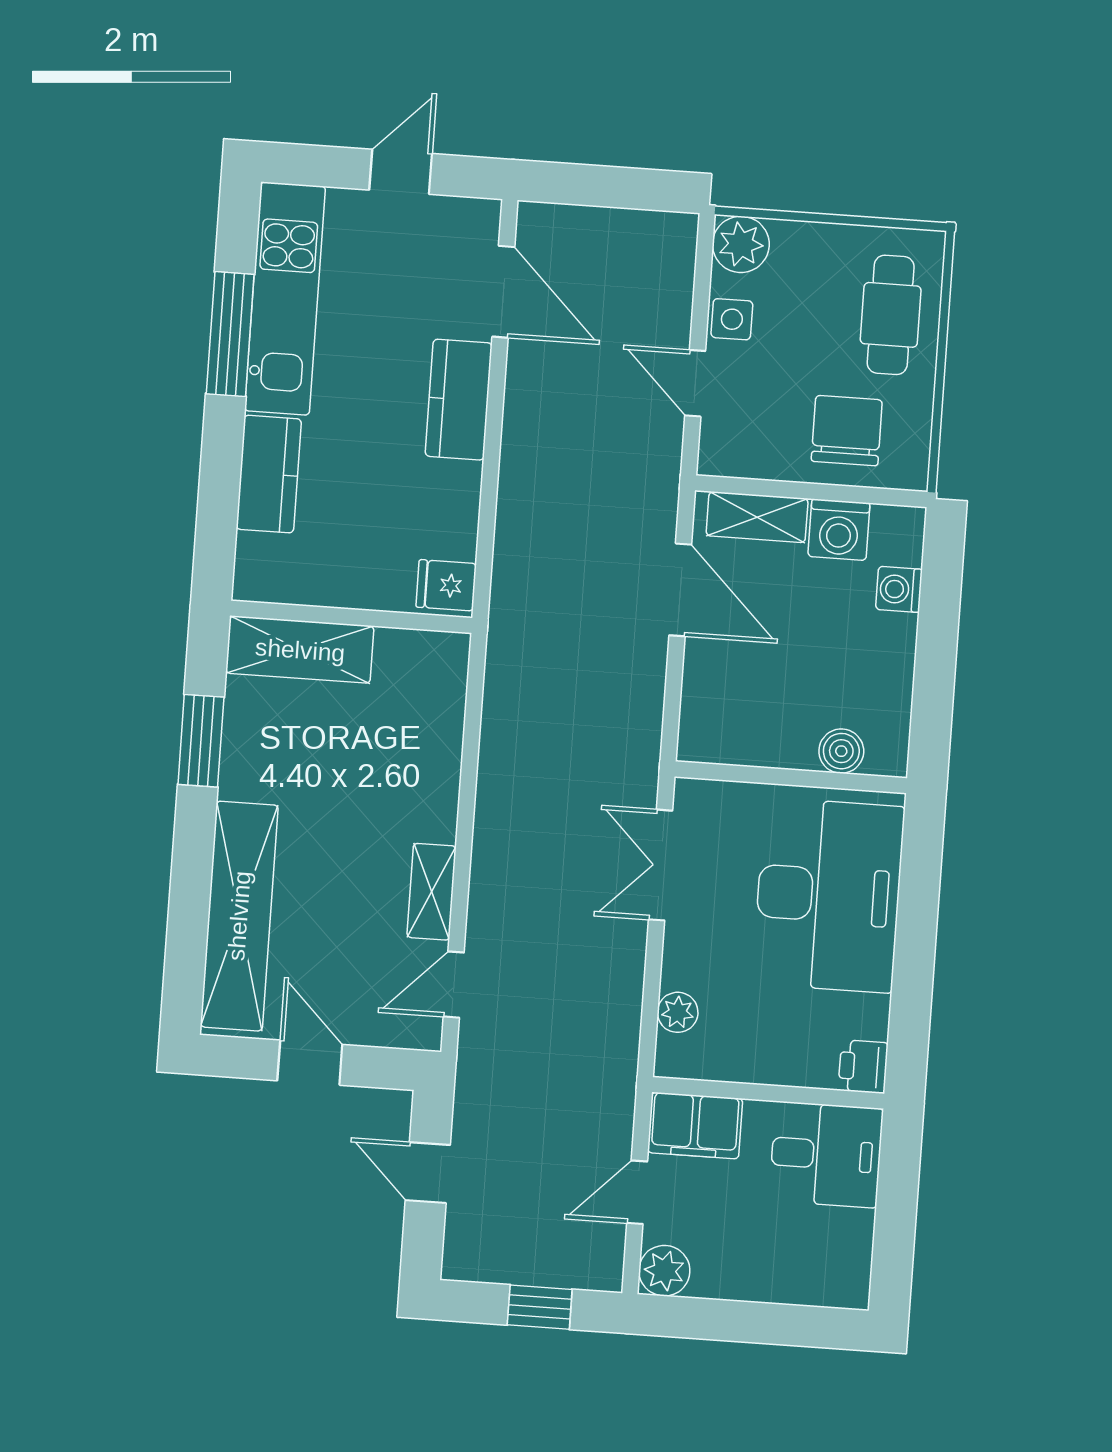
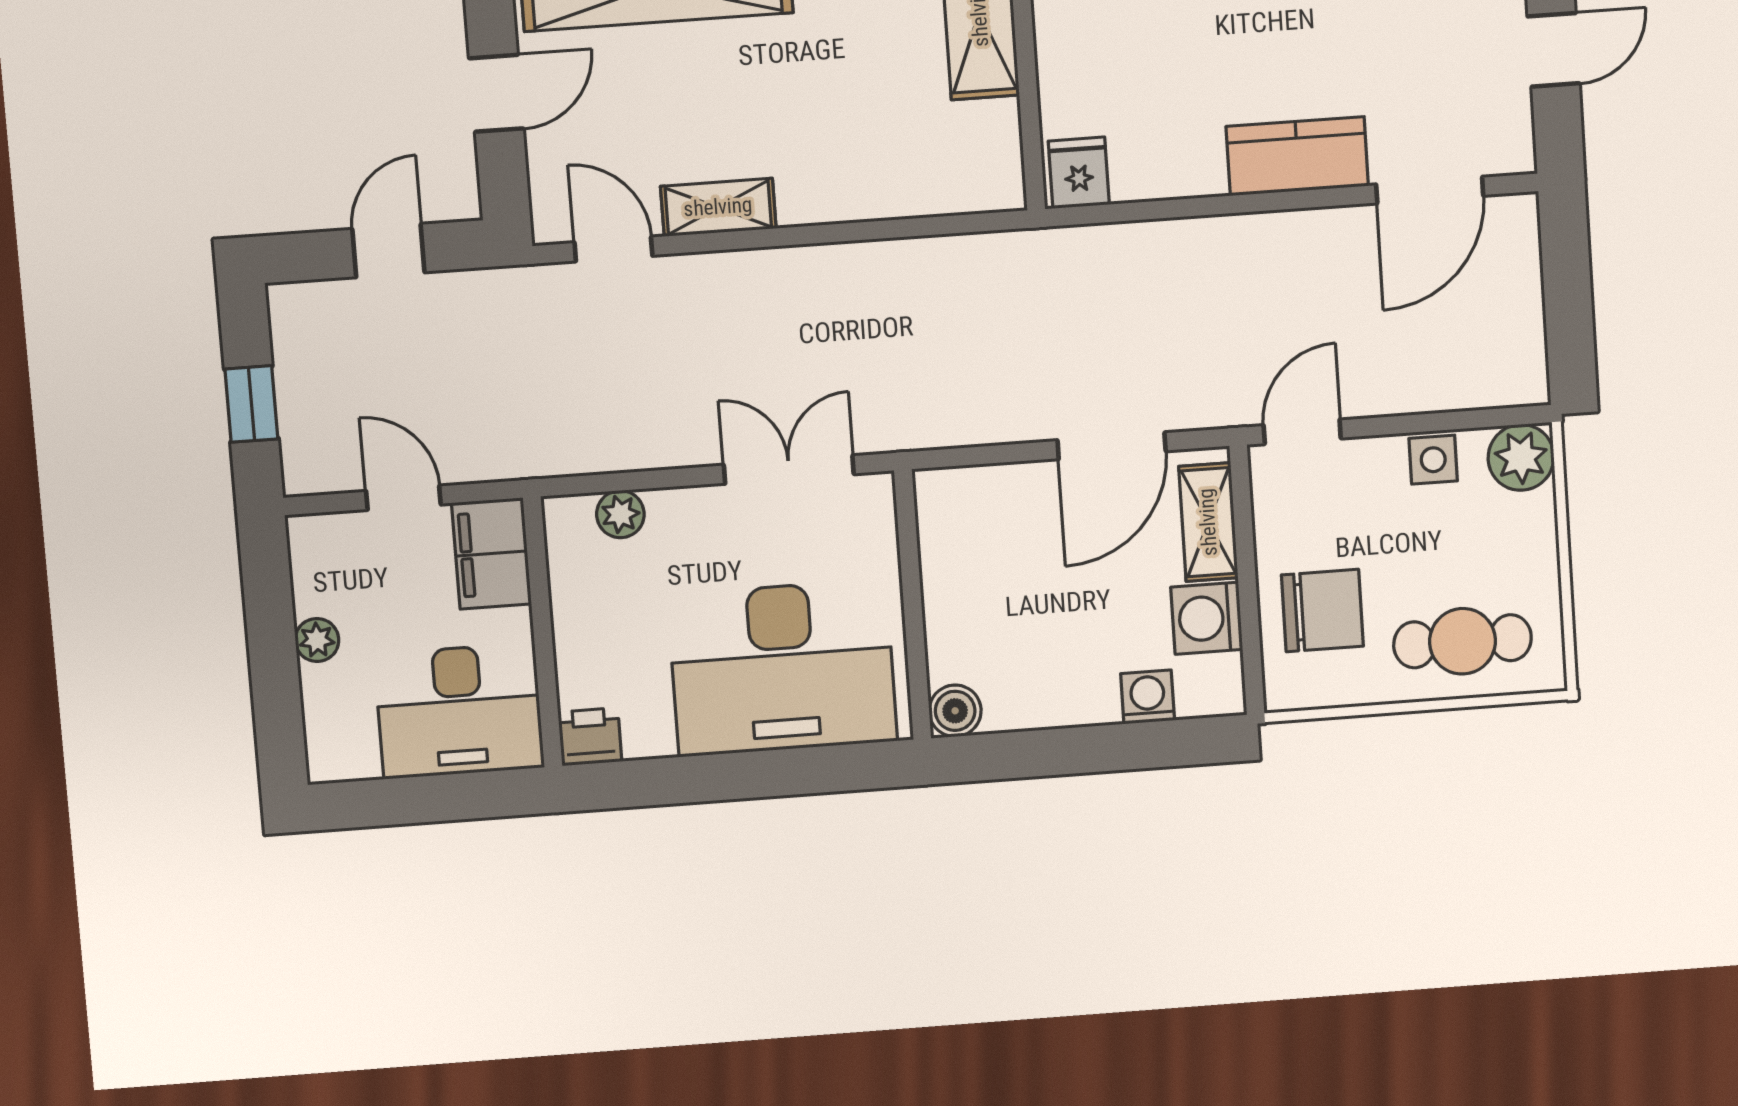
door: (401, 172) -> (1554, 50), hinge flipped
door: (695, 383) -> (1302, 432), moved
boiler: (841, 751) -> (955, 711), moved
desk: (826, 1155) -> (459, 711), width x1.37
plant: (664, 1271) -> (317, 640), moved, width x0.73, depth x0.73

